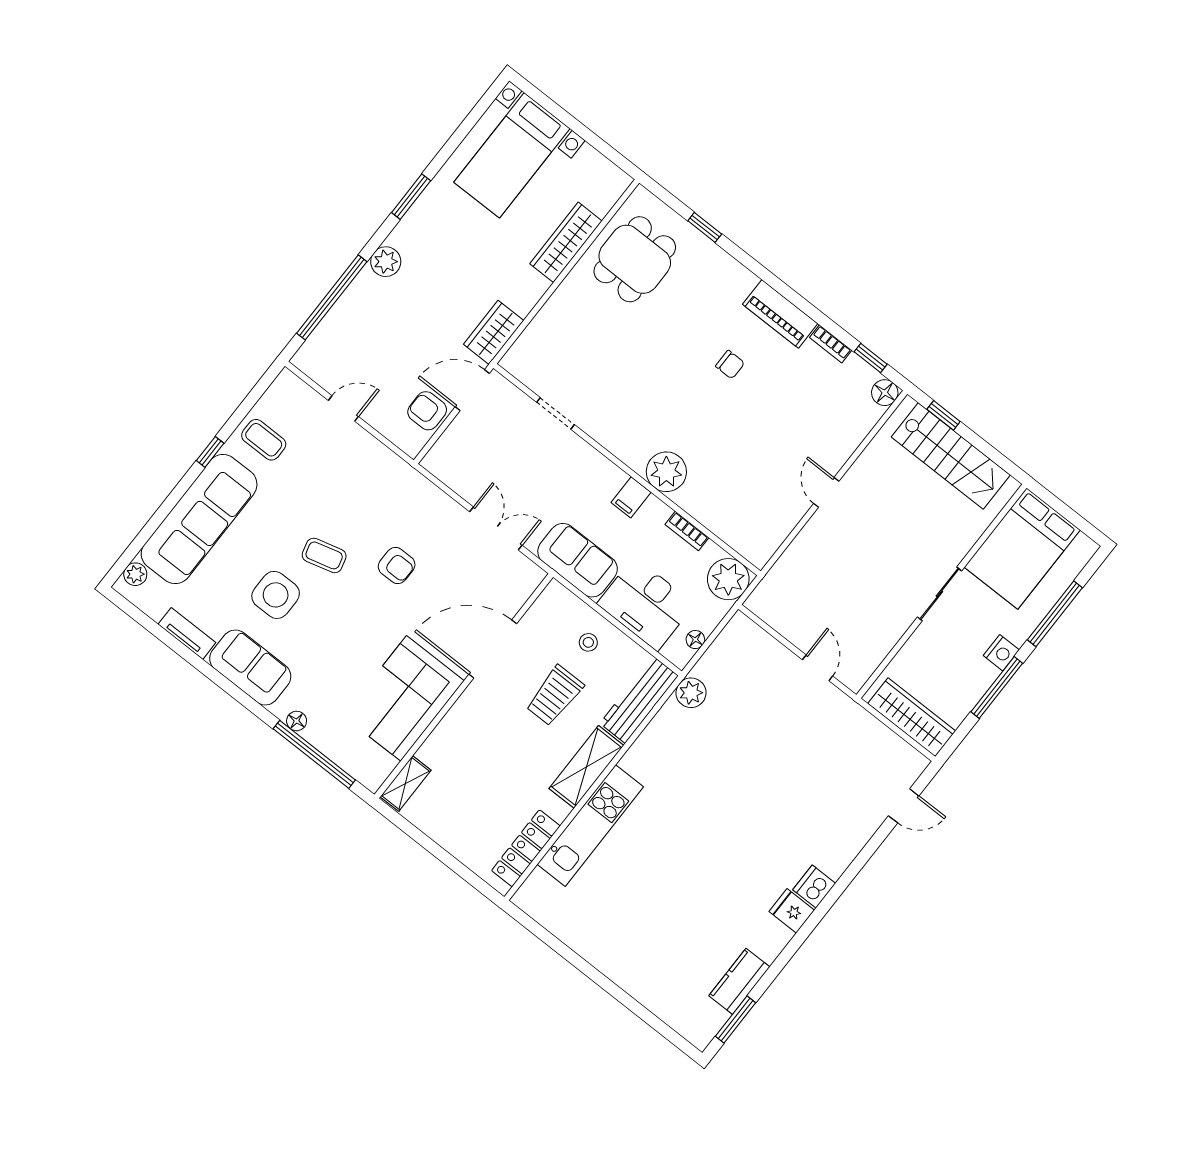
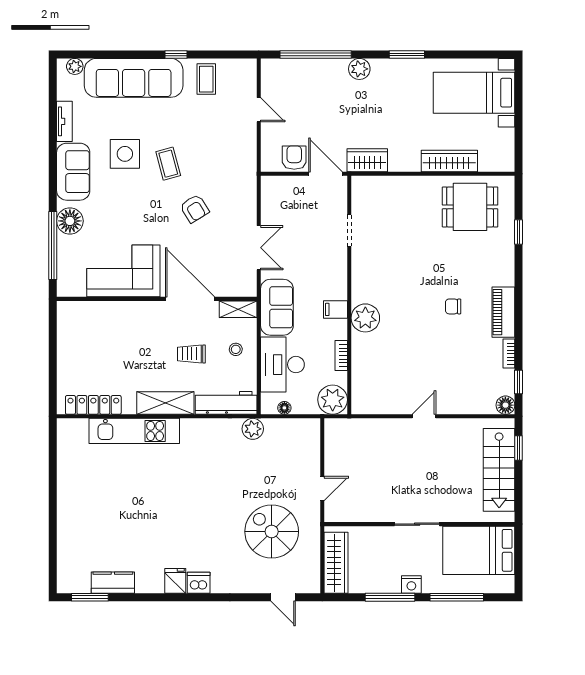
chair: (730, 365) -> (453, 306), turned 90
armchair: (397, 566) -> (194, 209), turned -32
trolley: (555, 696) -> (191, 354), width x0.73, depth x0.72
floor lamp: (297, 721) -> (70, 221), width x1.89, depth x1.89
spiral stairs: (821, 761) -> (272, 532), added
shelving: (406, 783) -> (238, 309), moved

